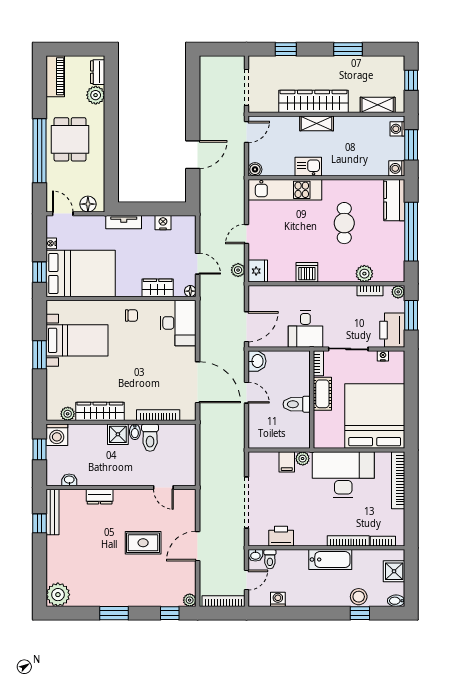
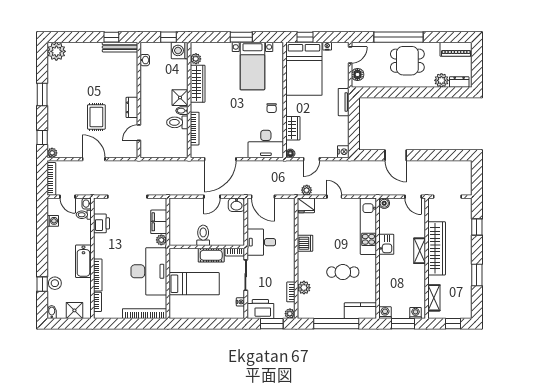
nightstand: (163, 223) -> (343, 152), moved
bed: (375, 416) -> (194, 284), width x0.49
filing cabinet: (287, 462) -> (159, 222), width x2.00
dresser: (100, 497) -> (132, 107), moved

